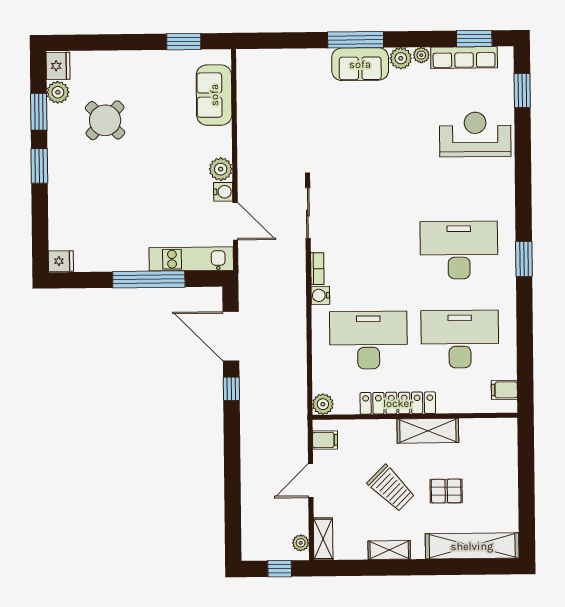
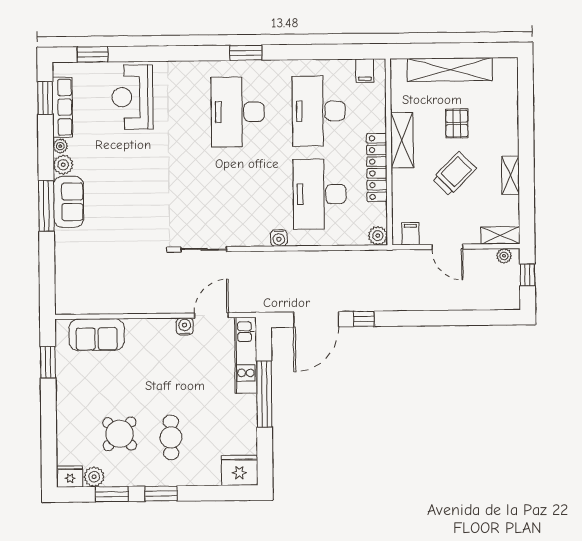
plant: (221, 169) -> (164, 329), removed
cafe table: (101, 177) -> (171, 437), added
fridge: (61, 261) -> (239, 470), width x1.88, depth x1.34
bookcase: (317, 269) -> (255, 241), removed
shelving: (472, 546) -> (450, 70), moved, turned 90

